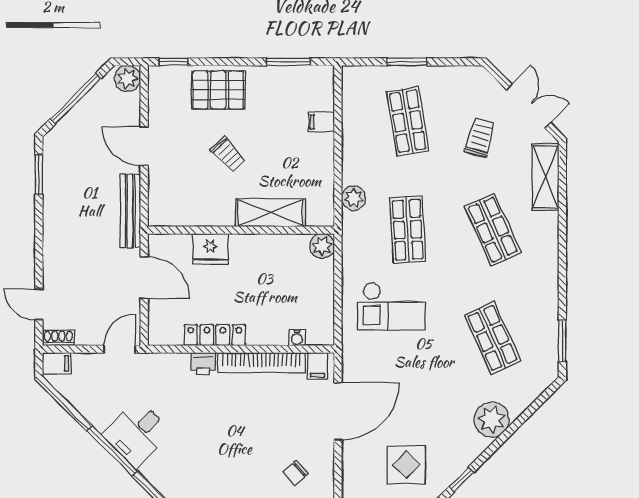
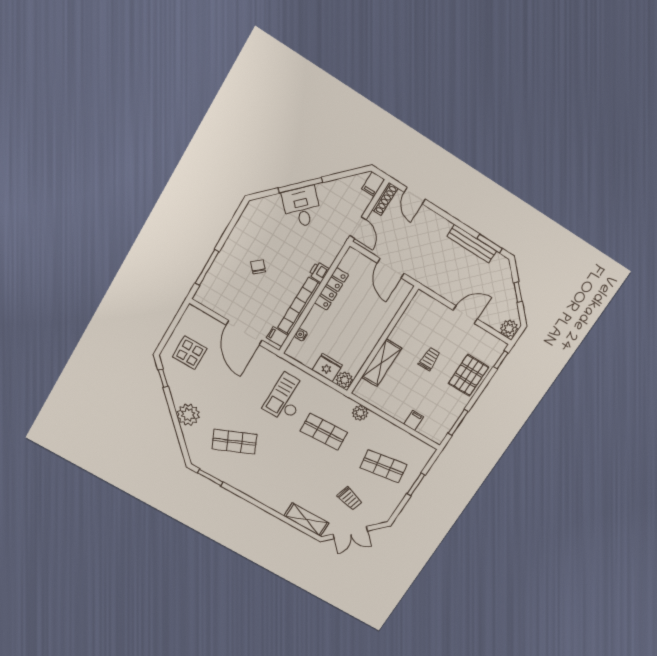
window: (76, 99) -> (518, 292), width x0.46
trolley: (228, 154) -> (429, 359), turned 133
bench: (130, 211) -> (472, 244), moved
shop shelf: (493, 230) -> (295, 476), removed
fridge: (210, 249) -> (327, 368), moved, turned 90
door: (144, 278) -> (391, 268), hinge flipped
door: (39, 304) -> (415, 196), swing flipped
shoe rack: (58, 338) -> (385, 199), width x1.43
chair: (296, 473) -> (258, 267), moved

